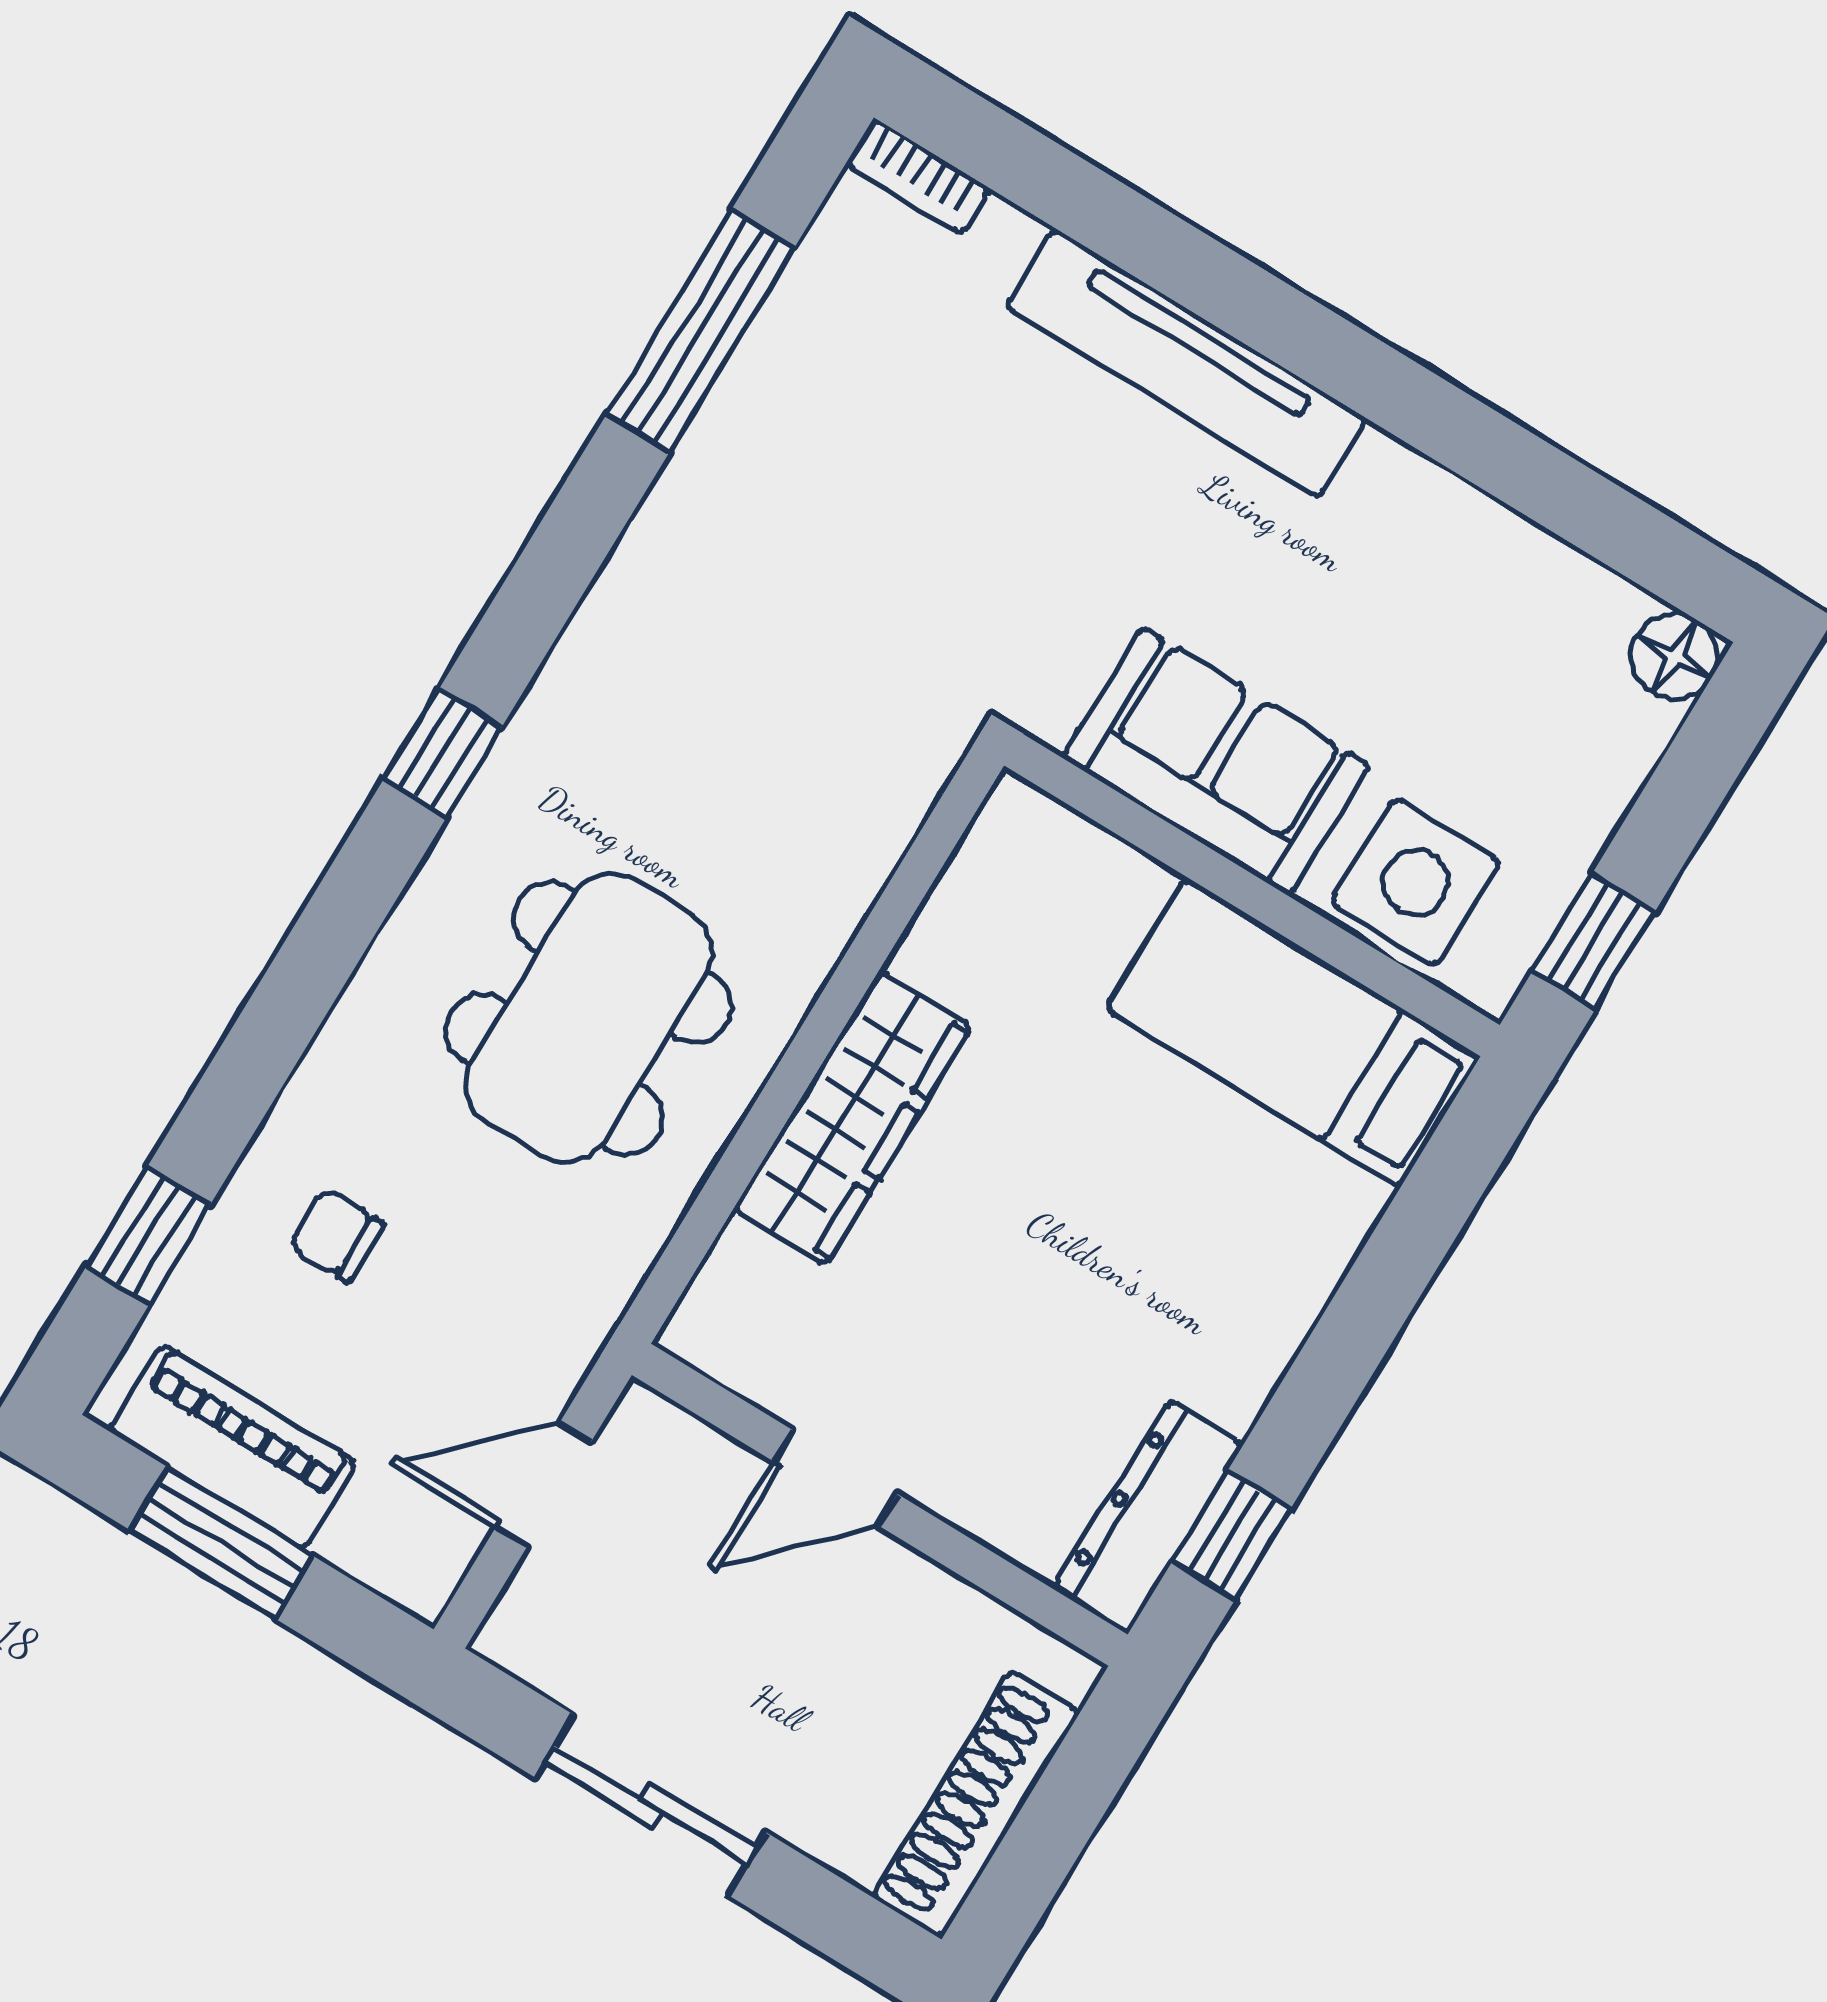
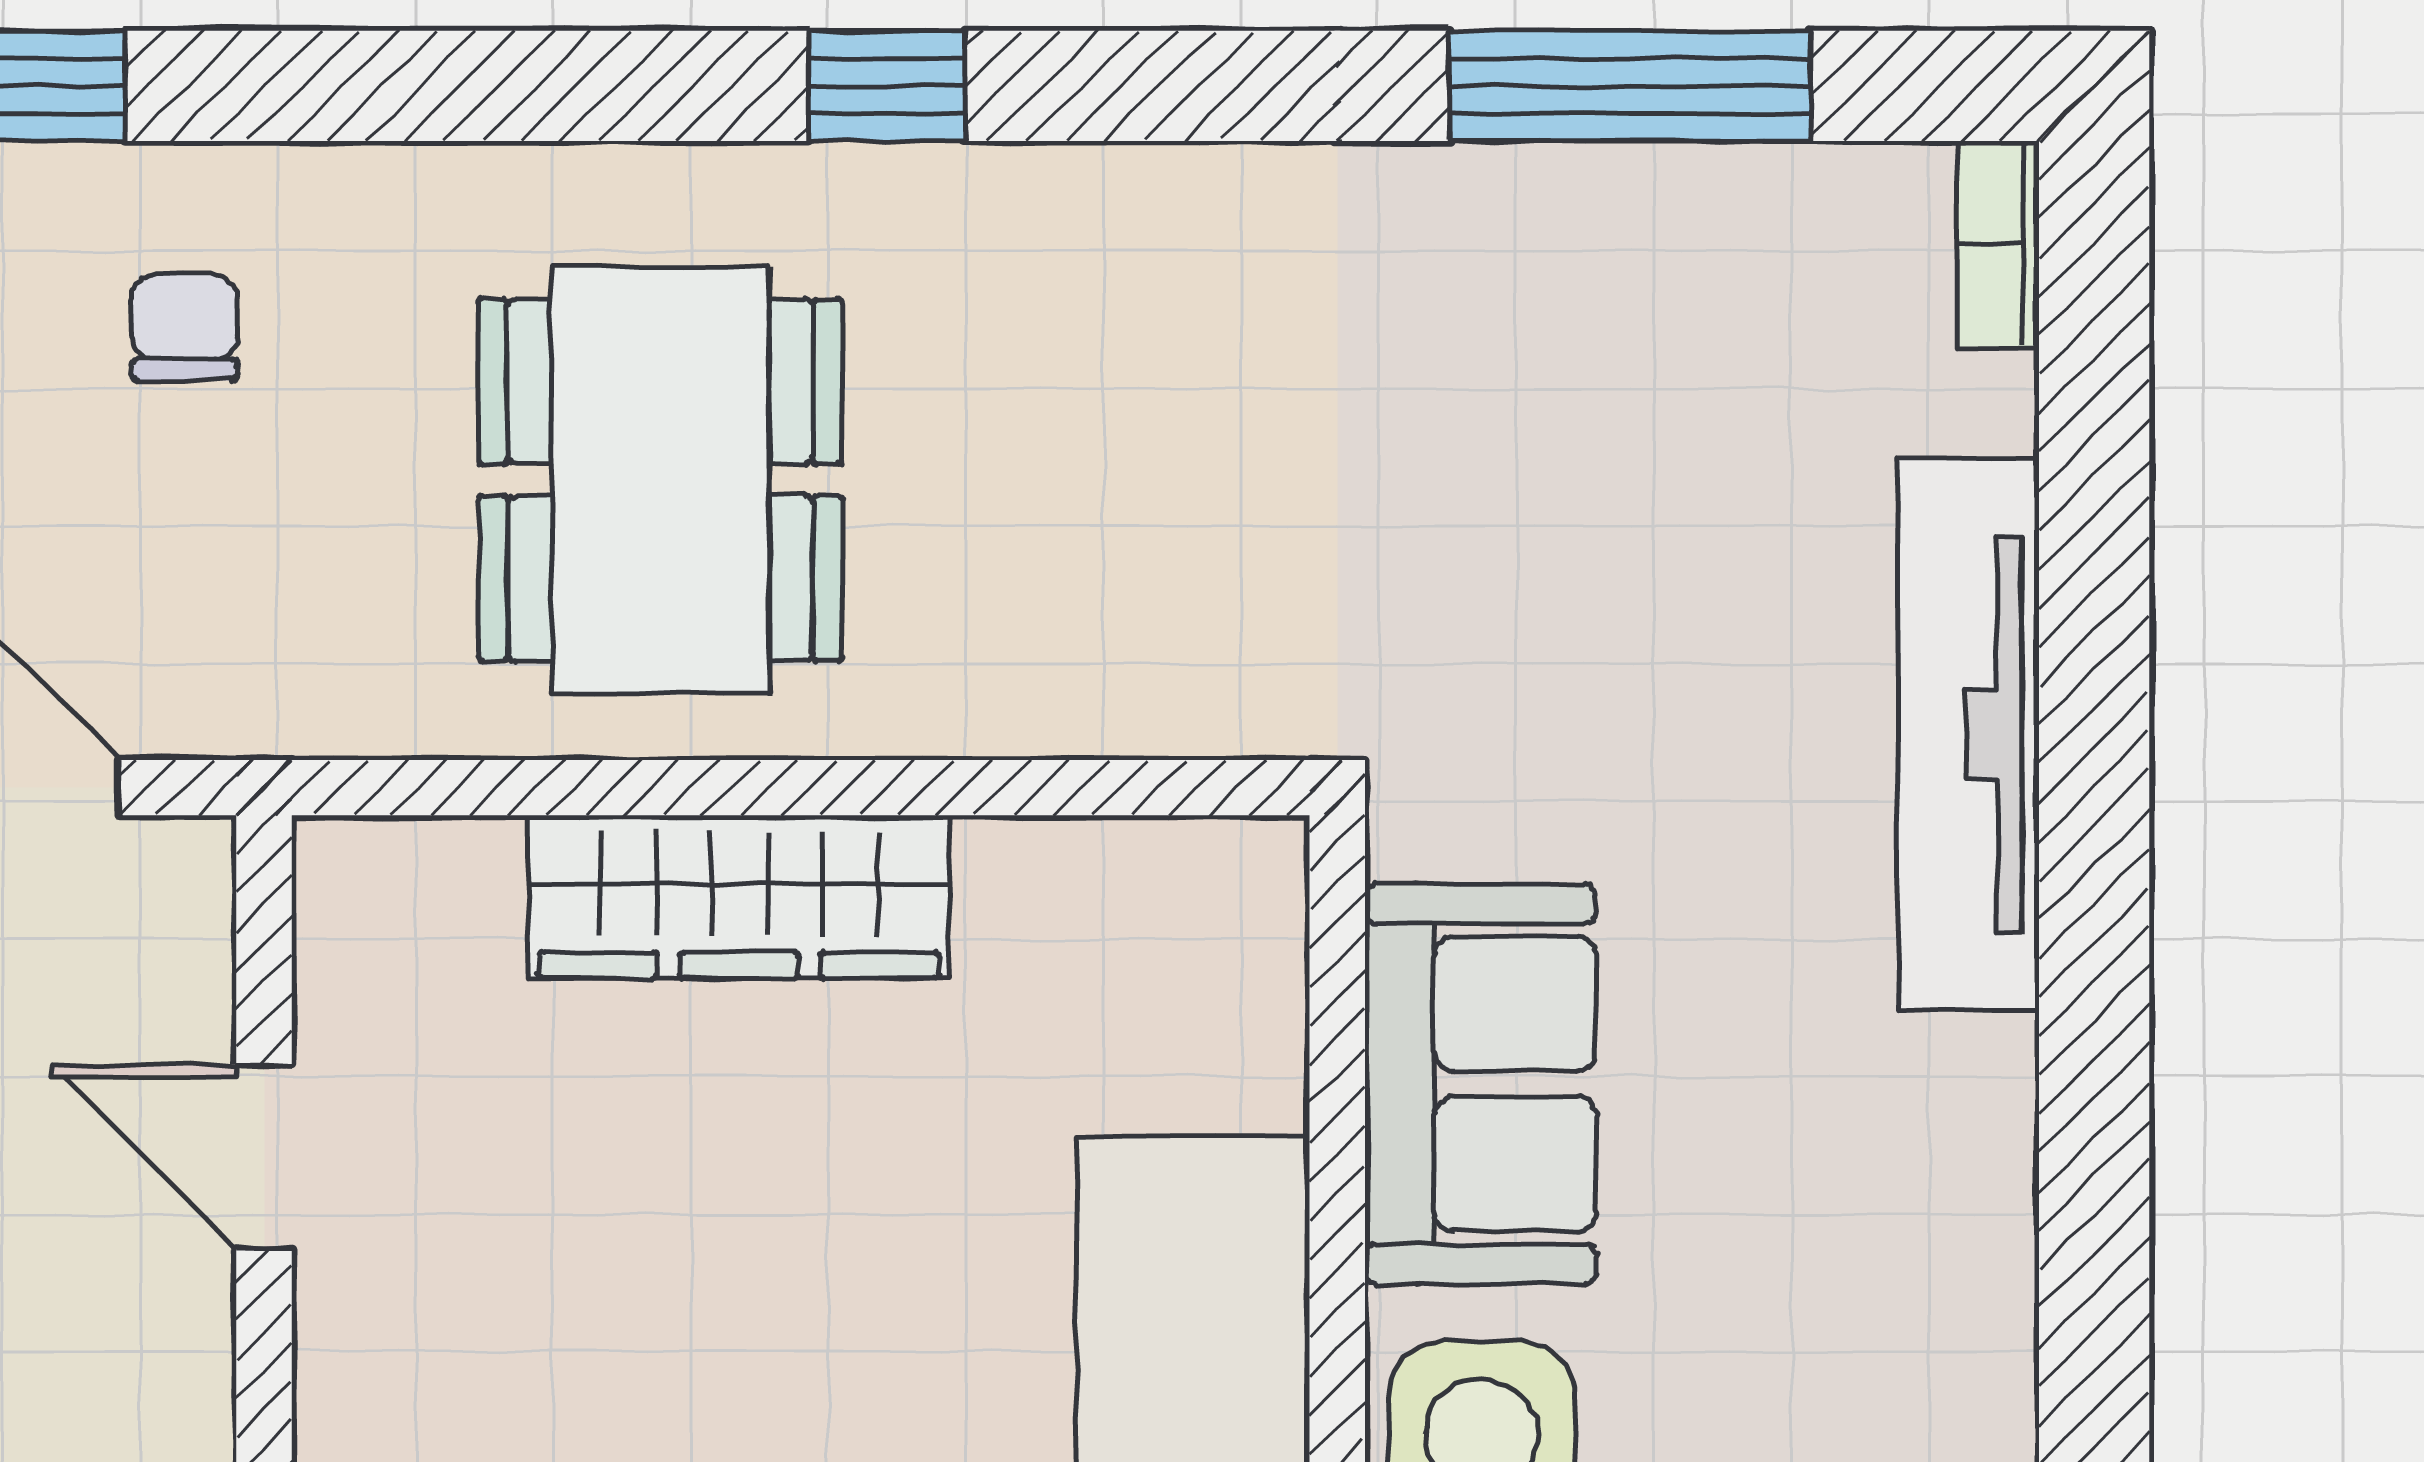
dining table: (588, 1018) -> (660, 480), turned 90

